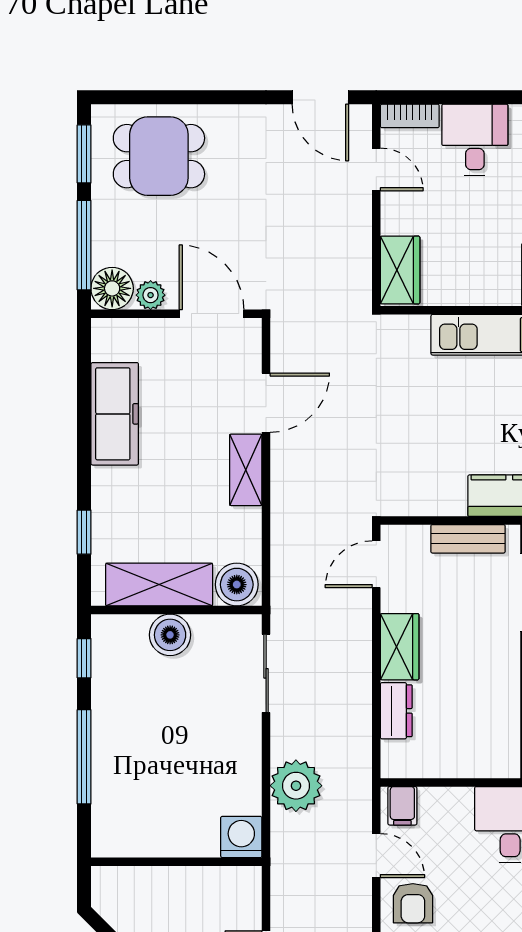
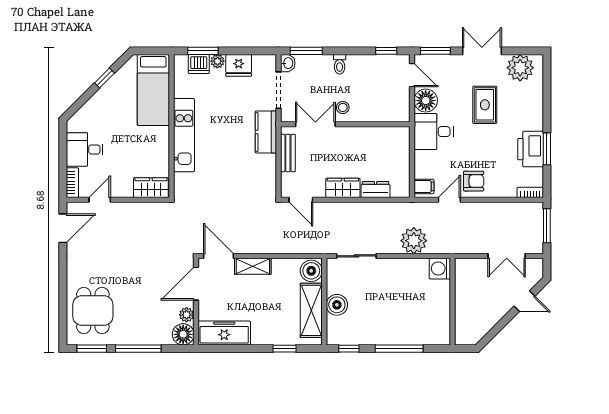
floor lamp: (112, 288) -> (183, 334), moved
plant: (151, 295) -> (187, 315), moved
wall: (176, 314) -> (196, 302), moved
door: (212, 314) -> (196, 284), moved

